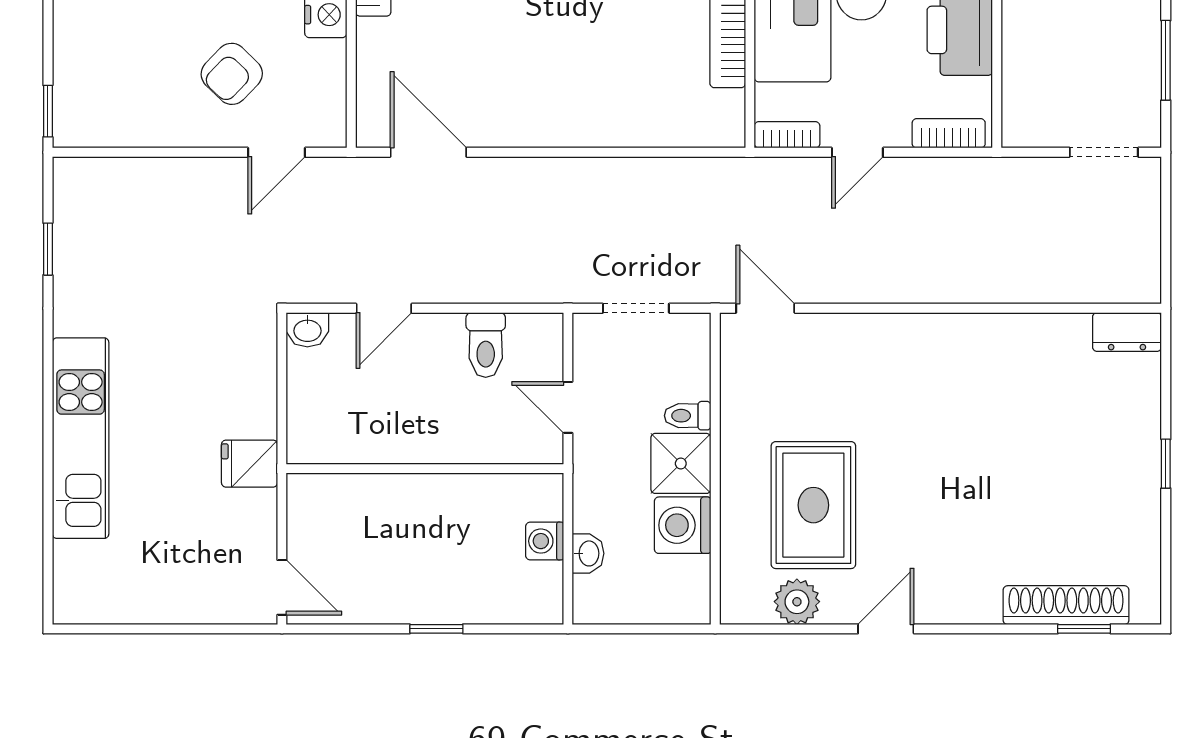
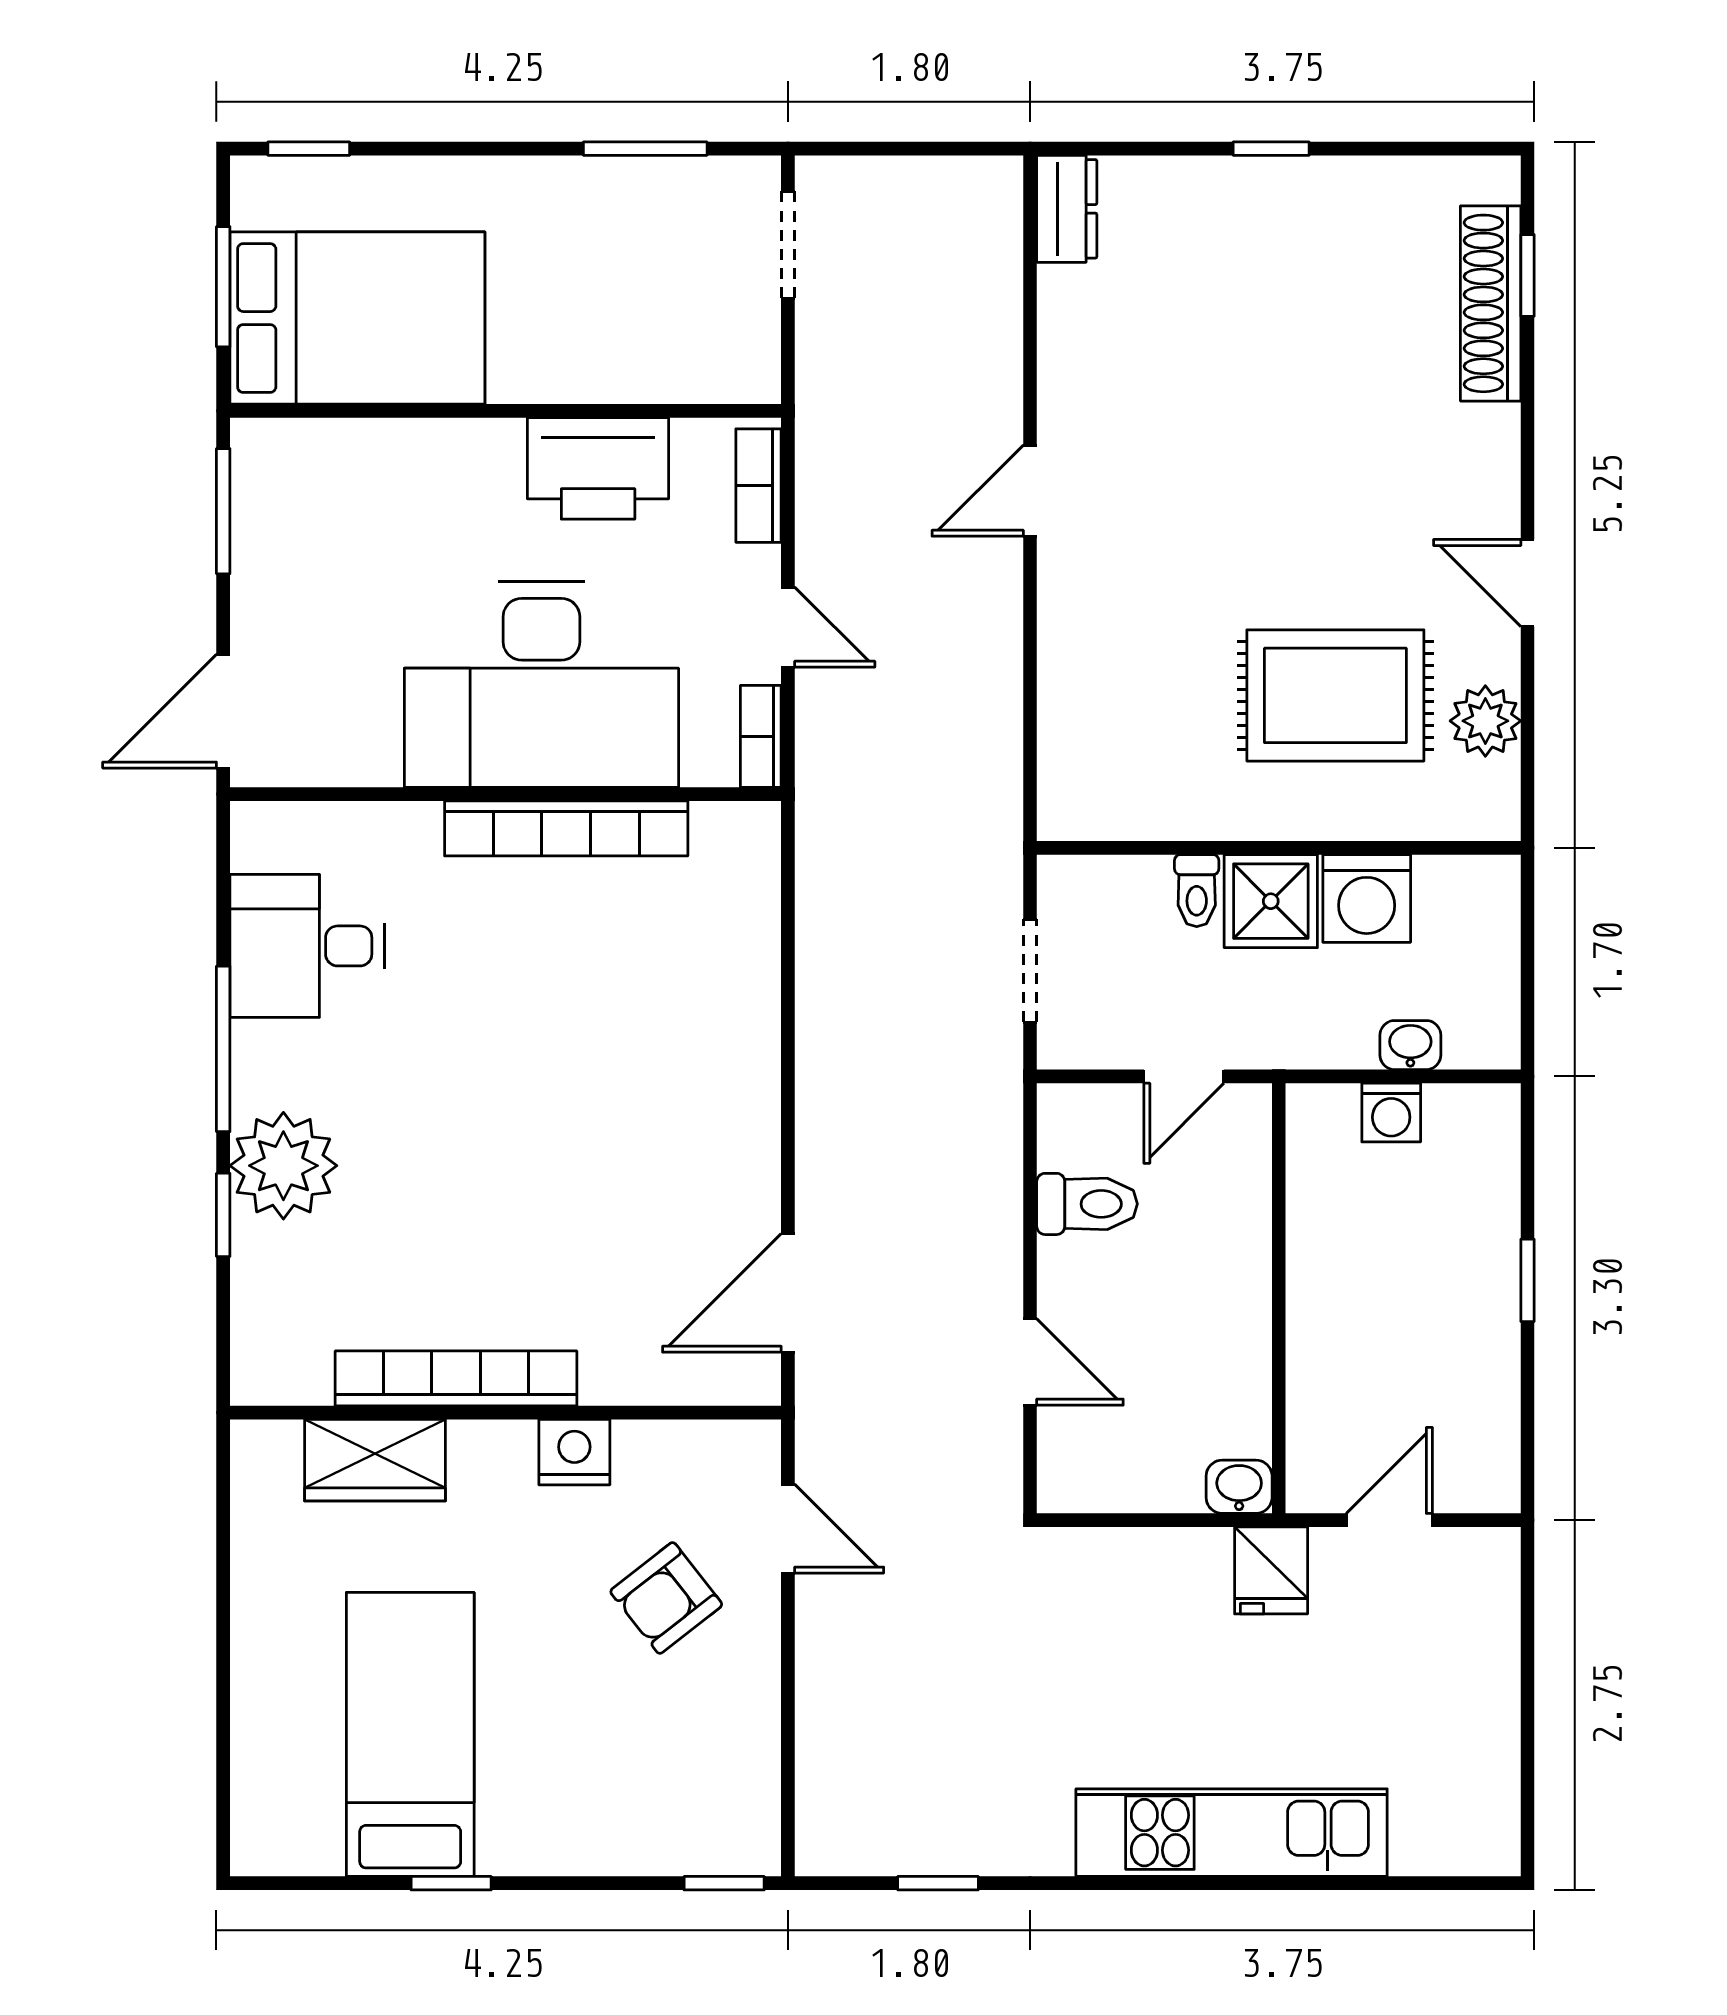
armchair: (232, 74) -> (666, 1598), turned 98
door: (765, 308) -> (1030, 491), moved
washbasin: (307, 330) -> (1239, 1487), moved, turned -90
door: (282, 587) -> (1389, 1520), moved

